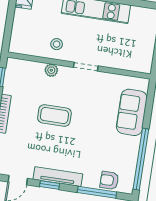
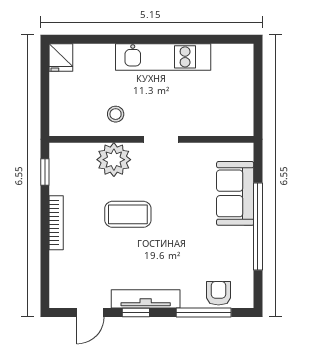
plant: (51, 70) -> (114, 160), width x1.87, depth x1.87
window: (141, 159) -> (258, 226), moved
armchair: (109, 180) -> (218, 293), turned 90

